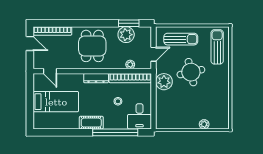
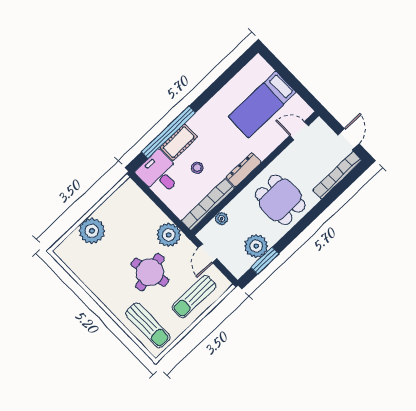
door: (30, 43) -> (348, 139), swing flipped
cot: (91, 123) -> (179, 142), moved
plant: (204, 124) -> (92, 231), width x1.88, depth x1.88

